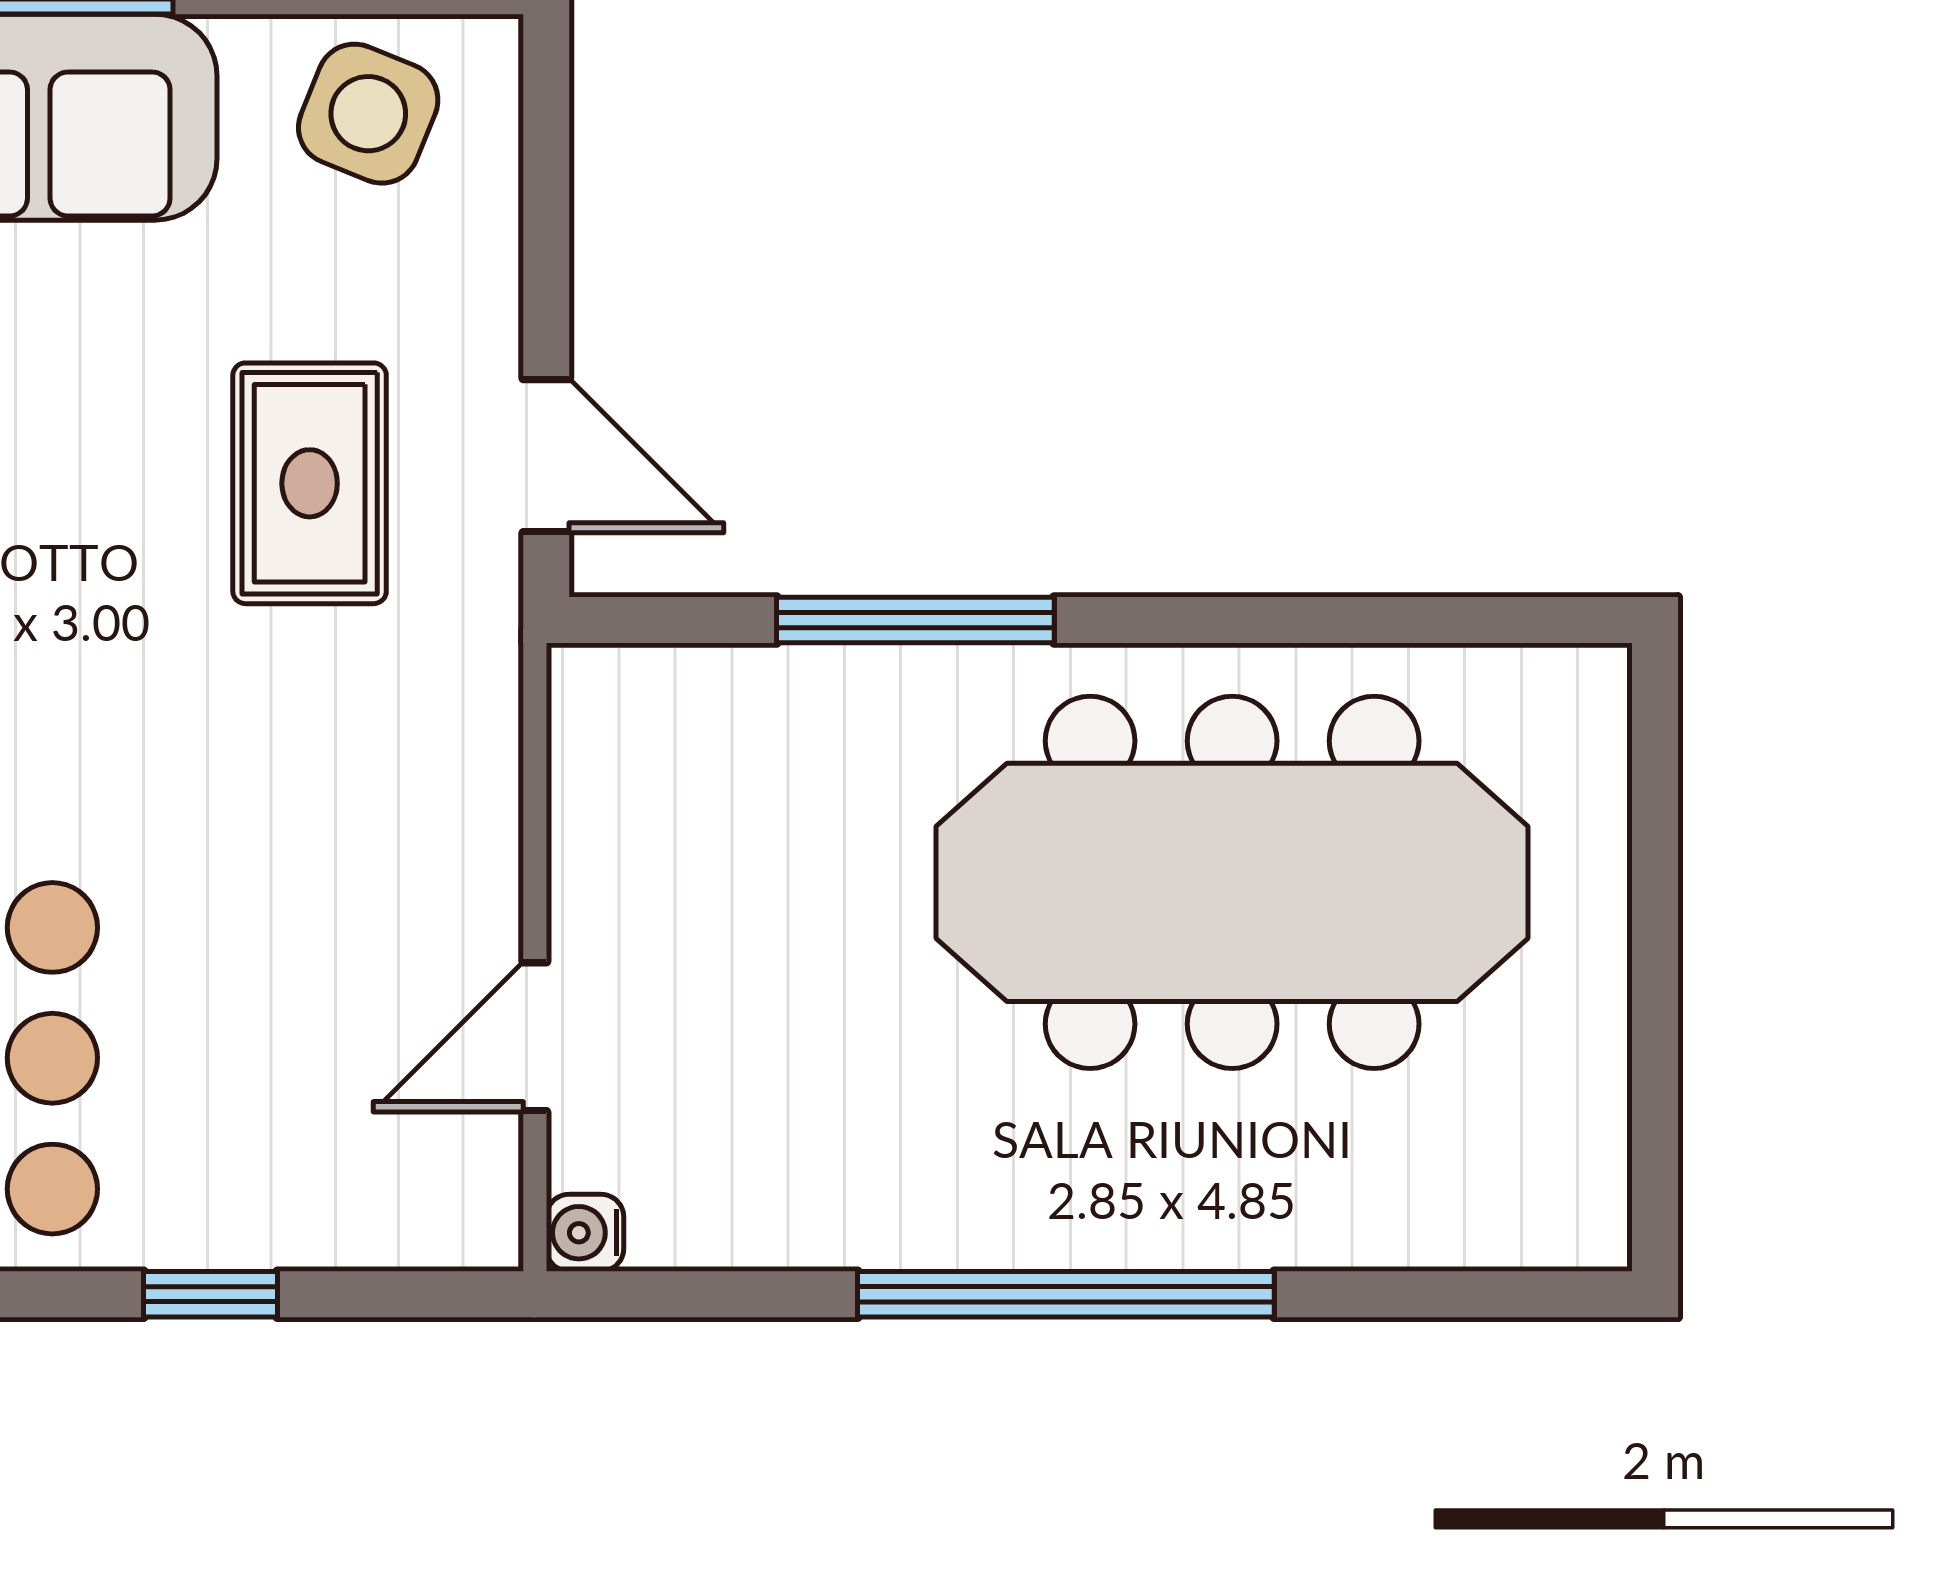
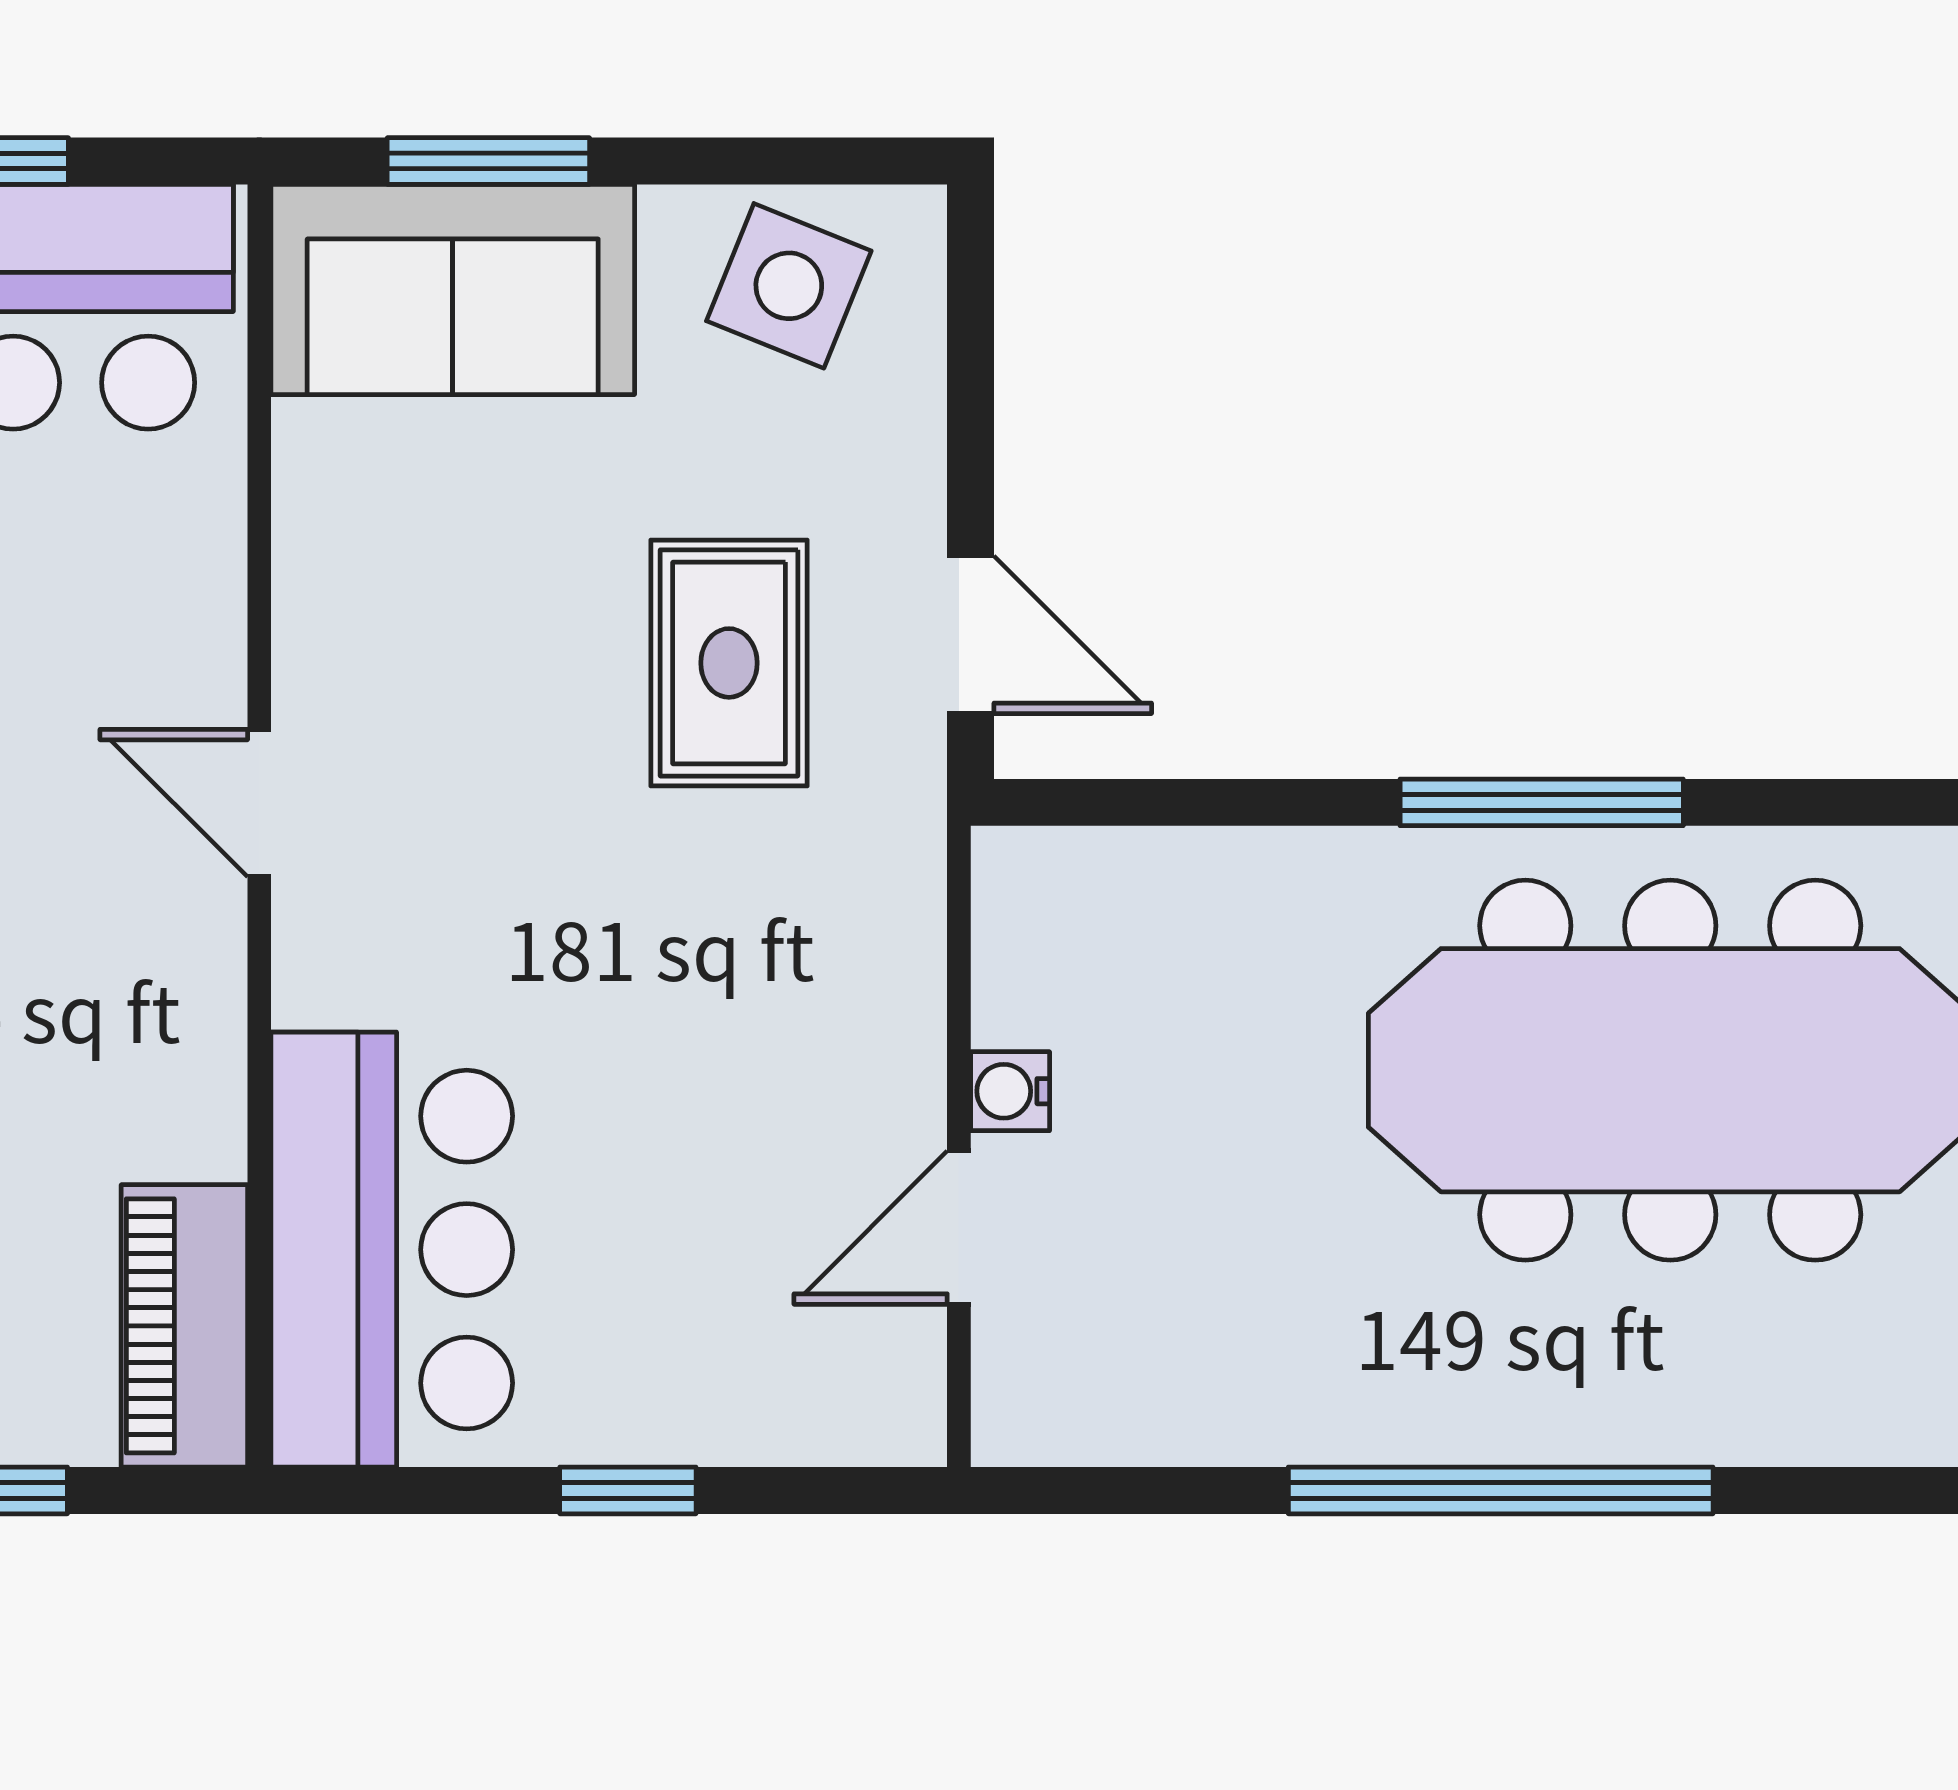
window: (915, 620) -> (1542, 802), moved
water cooler: (585, 1233) -> (1010, 1091), moved

